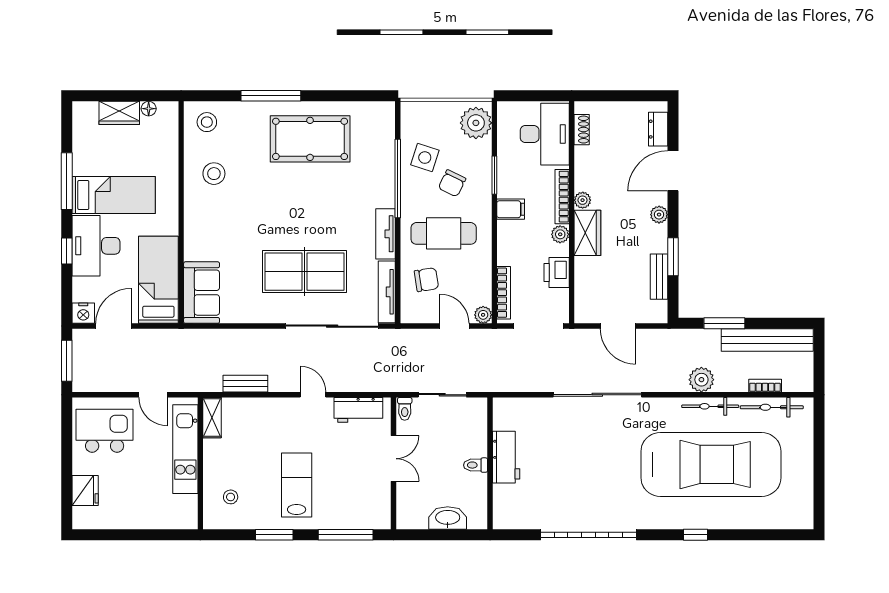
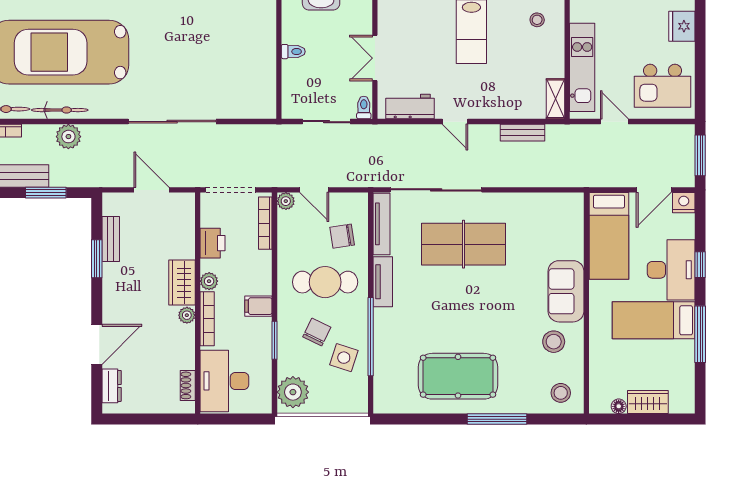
plant: (659, 215) -> (111, 301), removed
sofa: (202, 293) -> (566, 291), moved
workbench: (506, 457) -> (263, 59), removed

